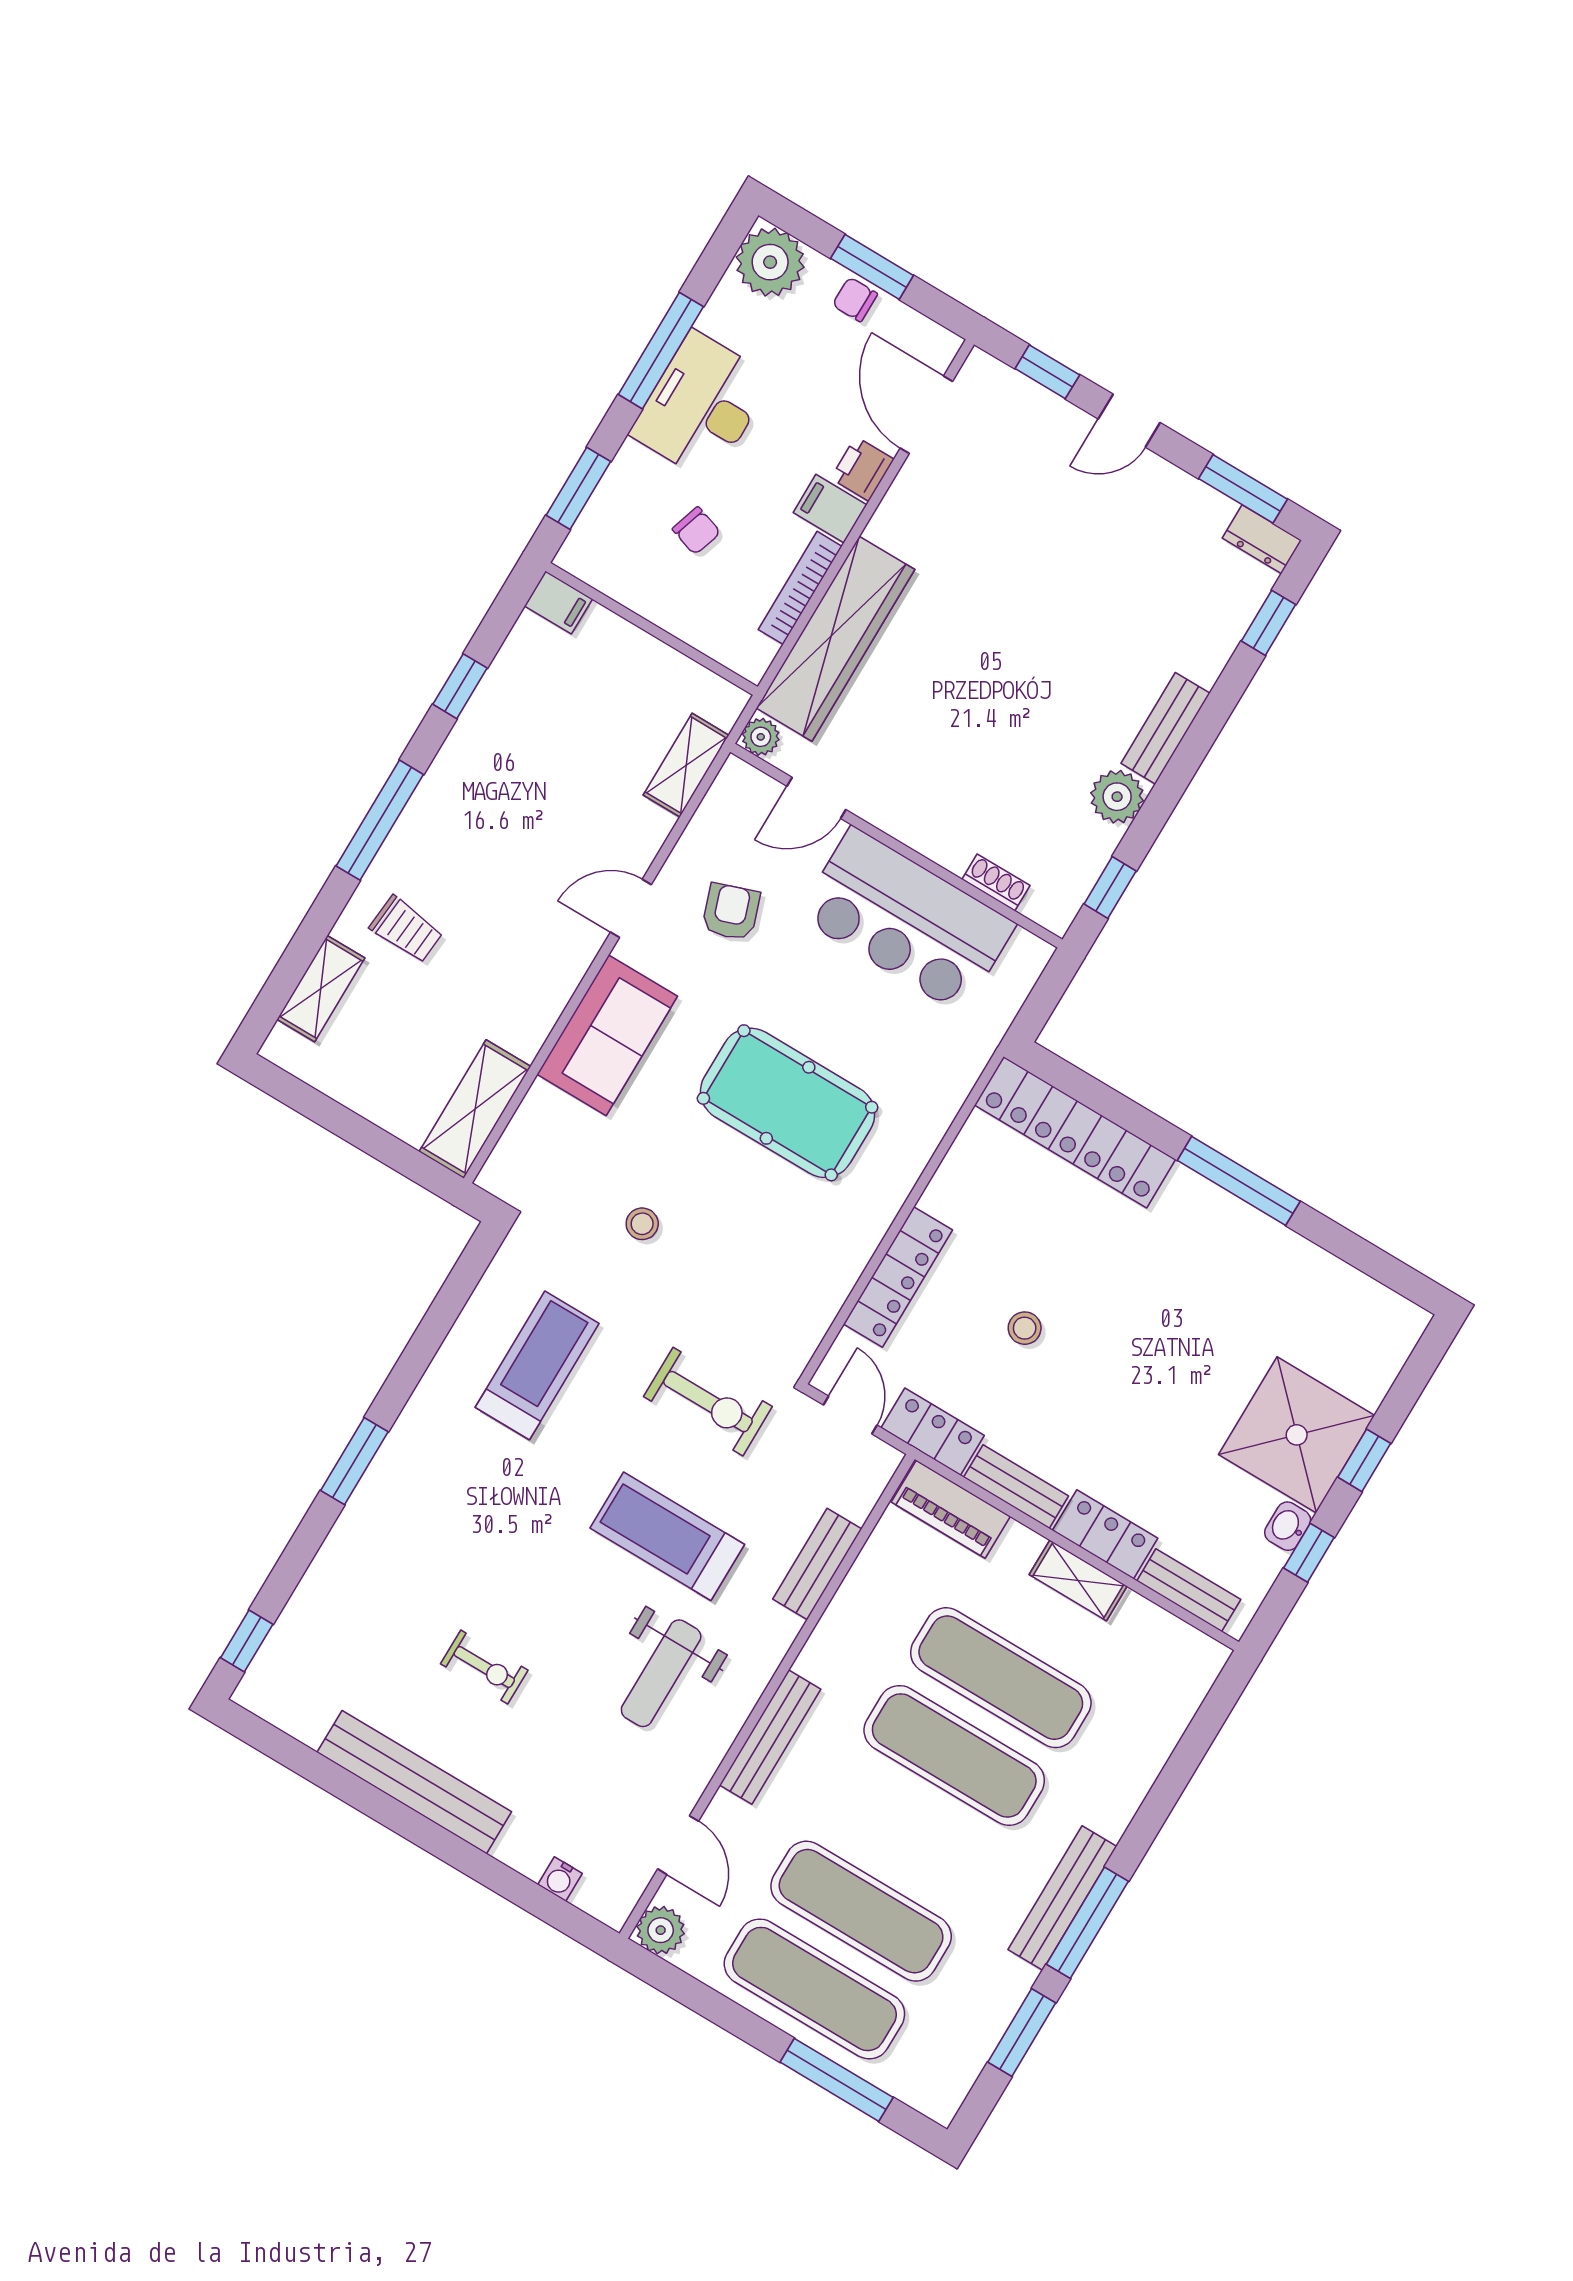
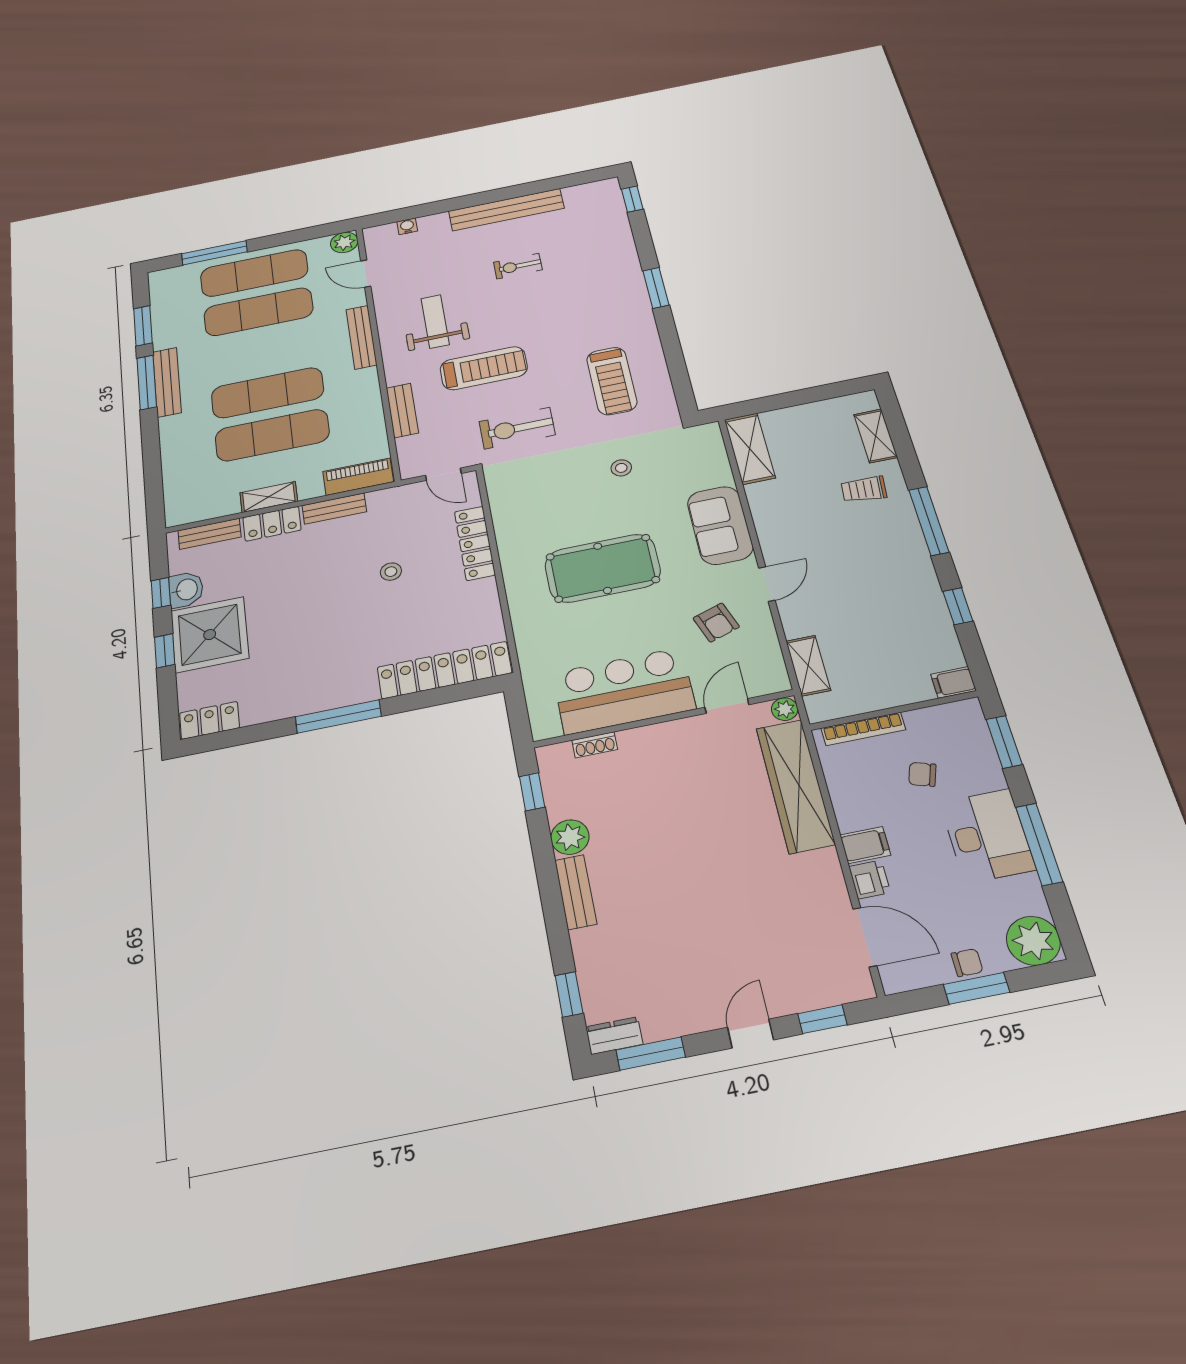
bookcase: (800, 588) -> (863, 729), moved, turned 90
locker: (933, 1432) -> (210, 720), moved, turned 180
washbasin: (1288, 1526) -> (186, 590), width x1.38, depth x1.45

